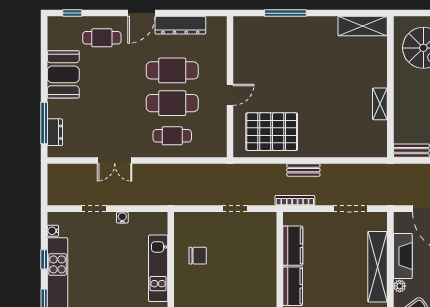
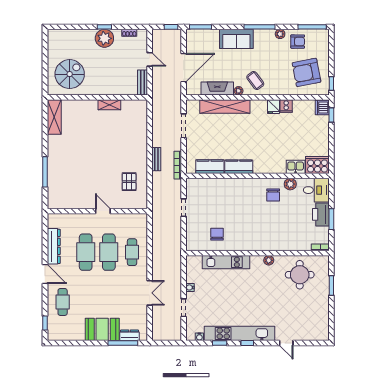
booth: (63, 74) -> (102, 329), moved
pallet: (272, 132) -> (129, 182), width x0.49, depth x0.50

